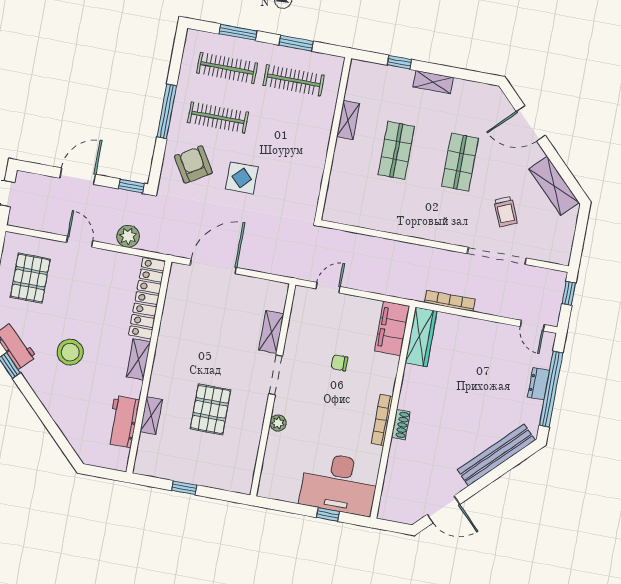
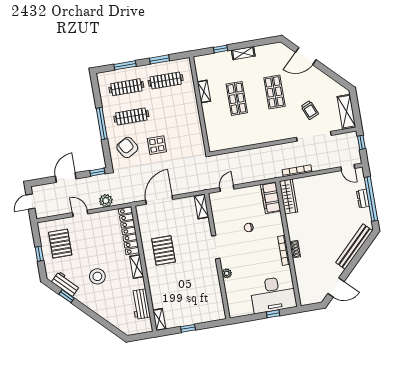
shelving: (554, 186) -> (346, 112), moved, turned 45
shelving: (271, 332) -> (202, 206), moved
pallet: (210, 409) -> (164, 250), moved
shelving: (151, 416) -> (159, 320), moved

